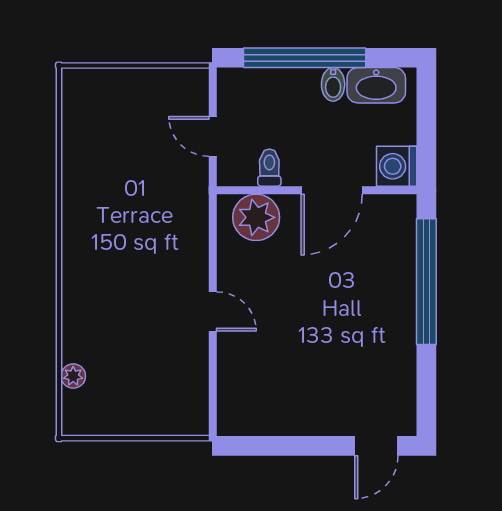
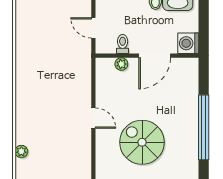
plant: (256, 217) -> (121, 64), width x0.53, depth x0.53
window: (426, 282) -> (204, 127), moved
spiral stairs: (307, 358) -> (142, 142), added

